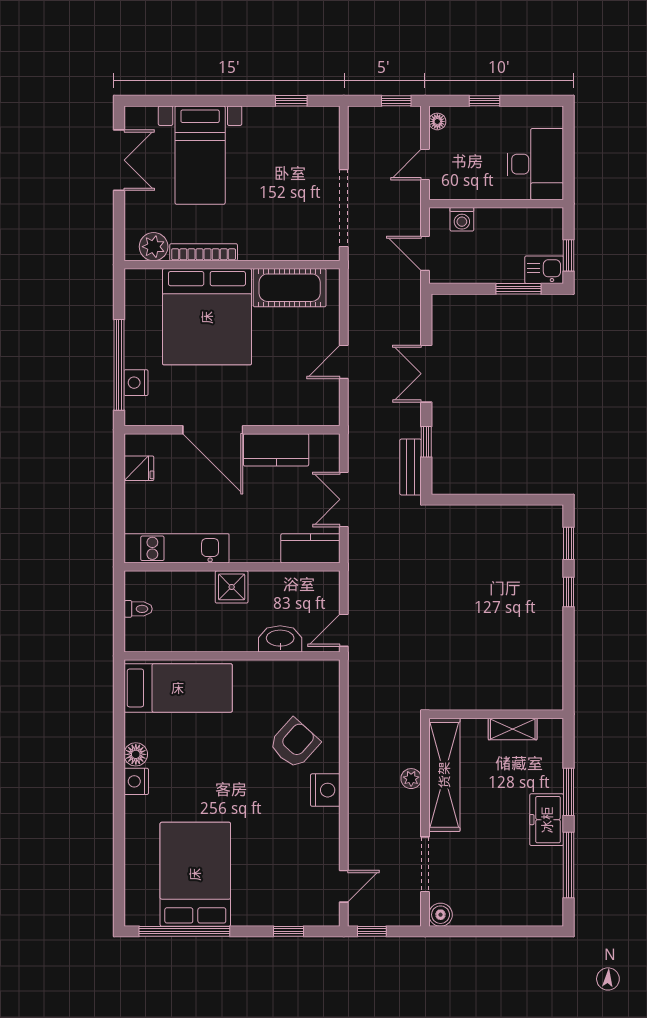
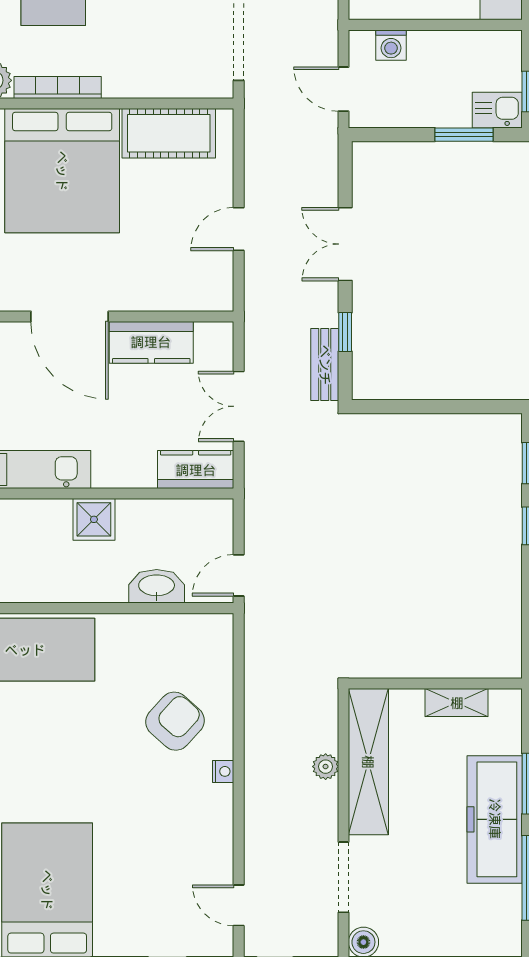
nightstand: (325, 790) -> (223, 771), width x0.53, depth x0.56
freezer: (547, 820) -> (495, 819), width x1.91, depth x1.26
door: (344, 886) -> (239, 905), swing flipped

